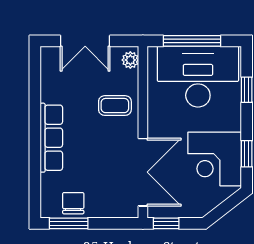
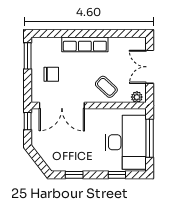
coffee table: (115, 106) -> (106, 87), turned -47
corner desk: (215, 159) -> (71, 153), removed
chair: (73, 203) -> (51, 74), moved

